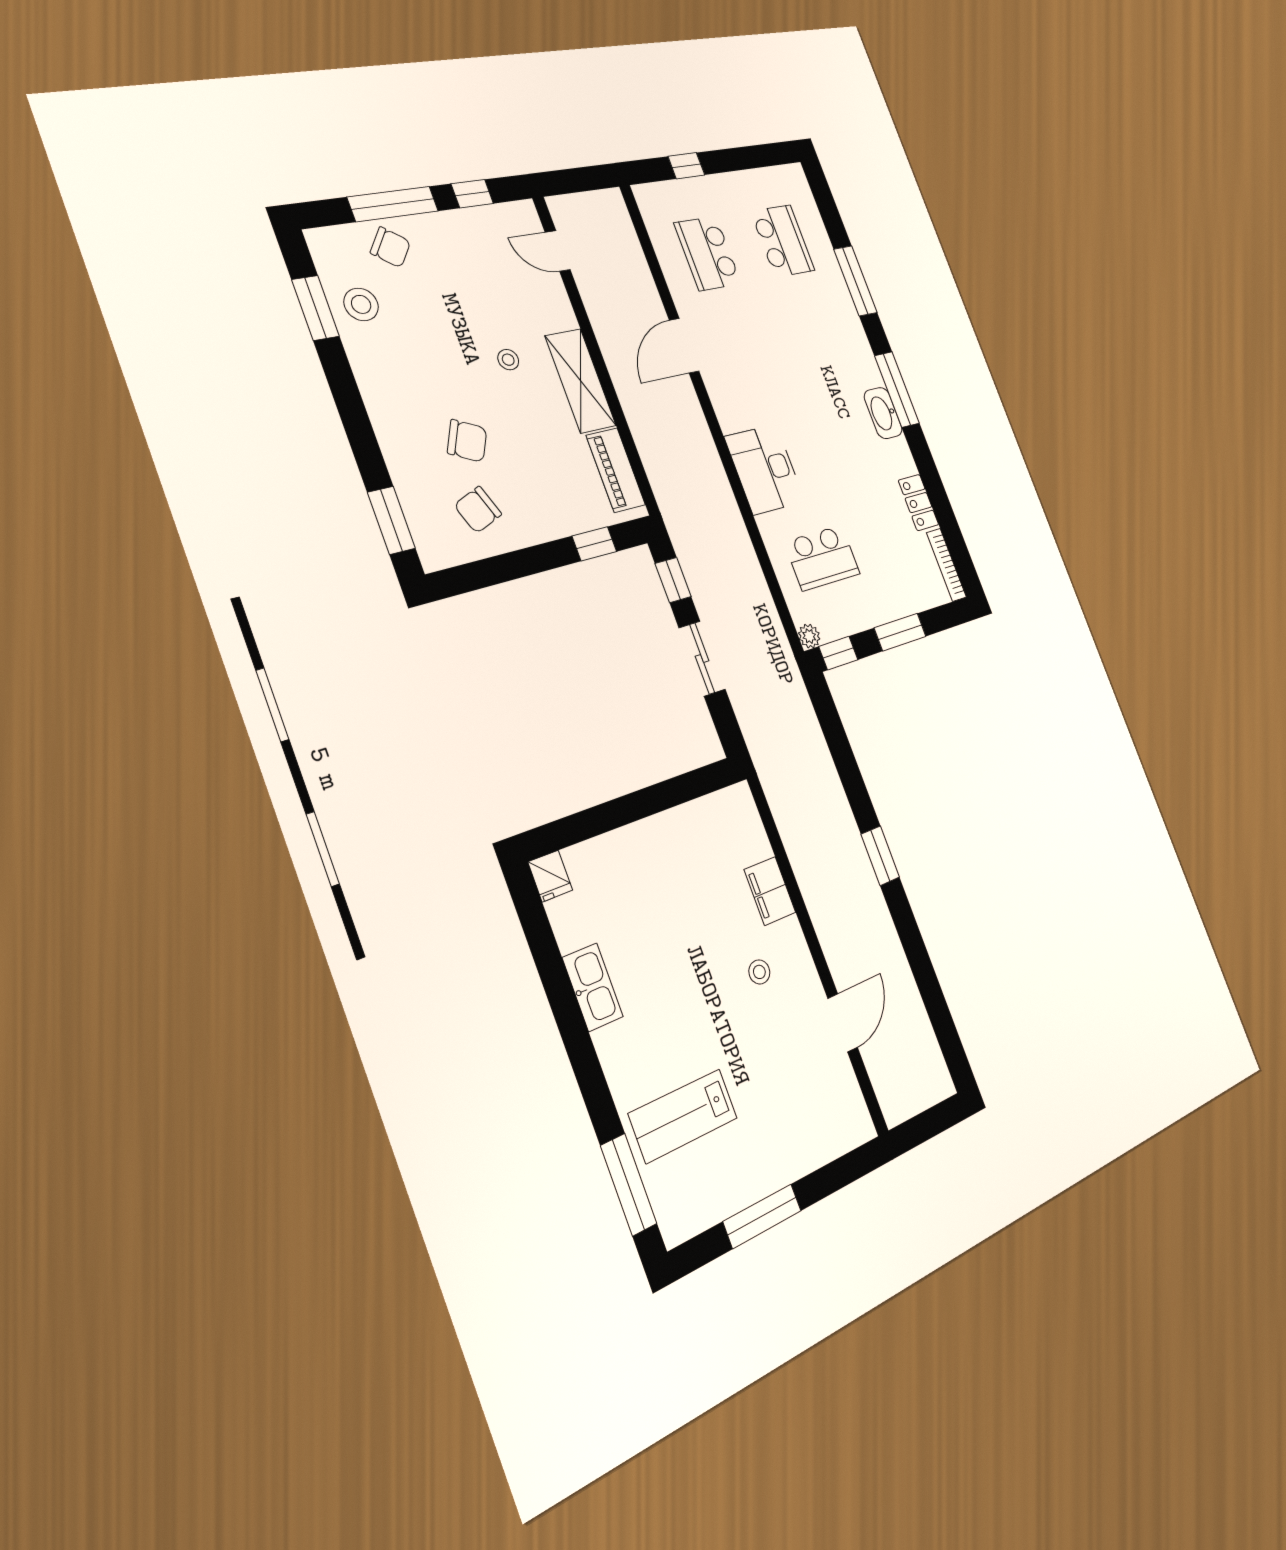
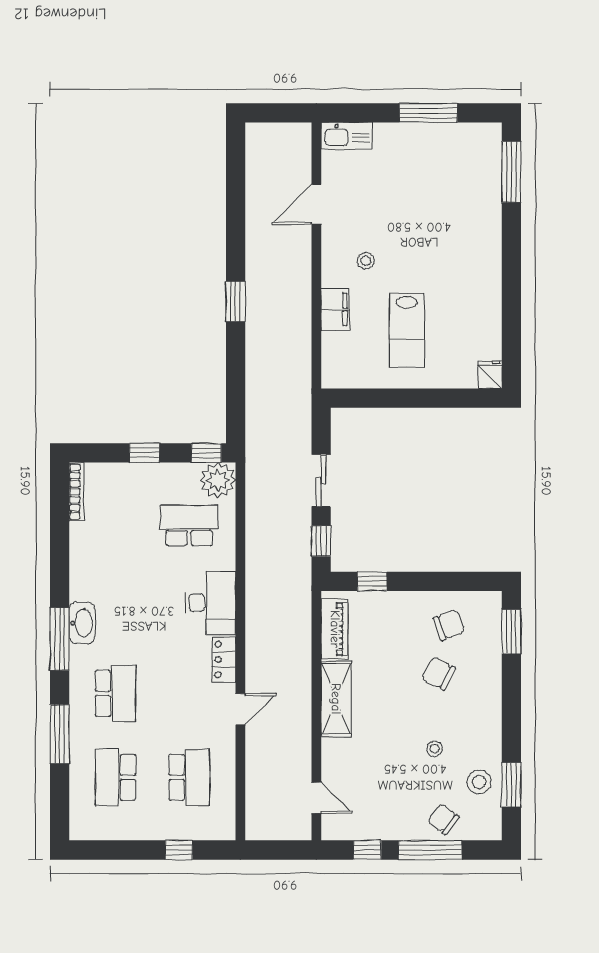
school desk: (820, 338) -> (115, 693), added
door: (684, 346) -> (240, 709), width x0.73
stool: (508, 360) -> (435, 749), moved
locker: (918, 503) -> (224, 660), moved, turned 180
window: (900, 632) -> (144, 453), width x0.67
plant: (809, 636) -> (218, 480), width x1.88, depth x1.88
kitchen sink: (593, 987) -> (347, 136), moved, turned -90
lab bench: (683, 1116) -> (407, 330), moved, turned 90

